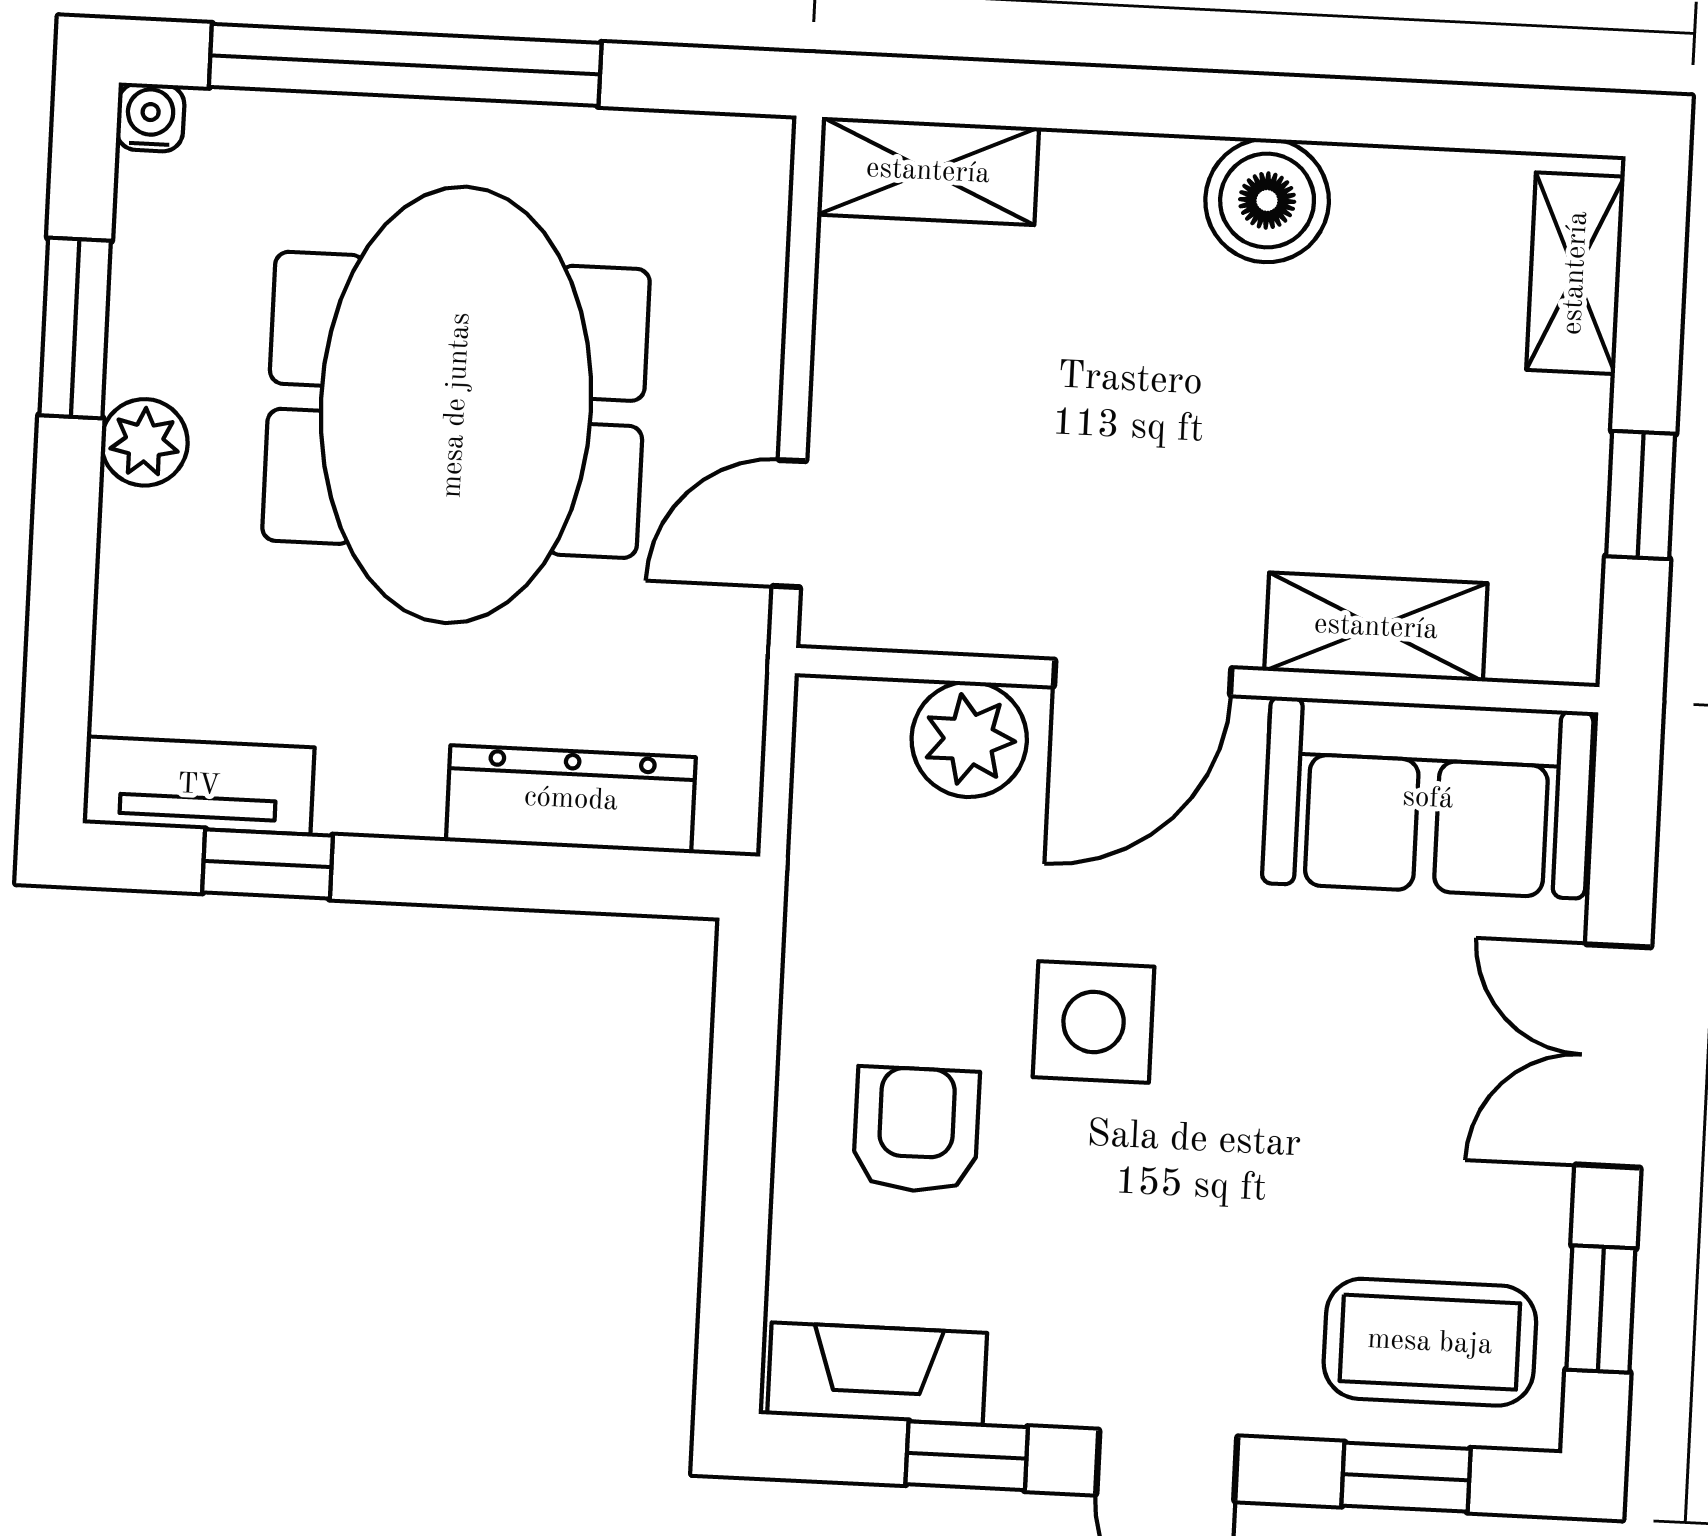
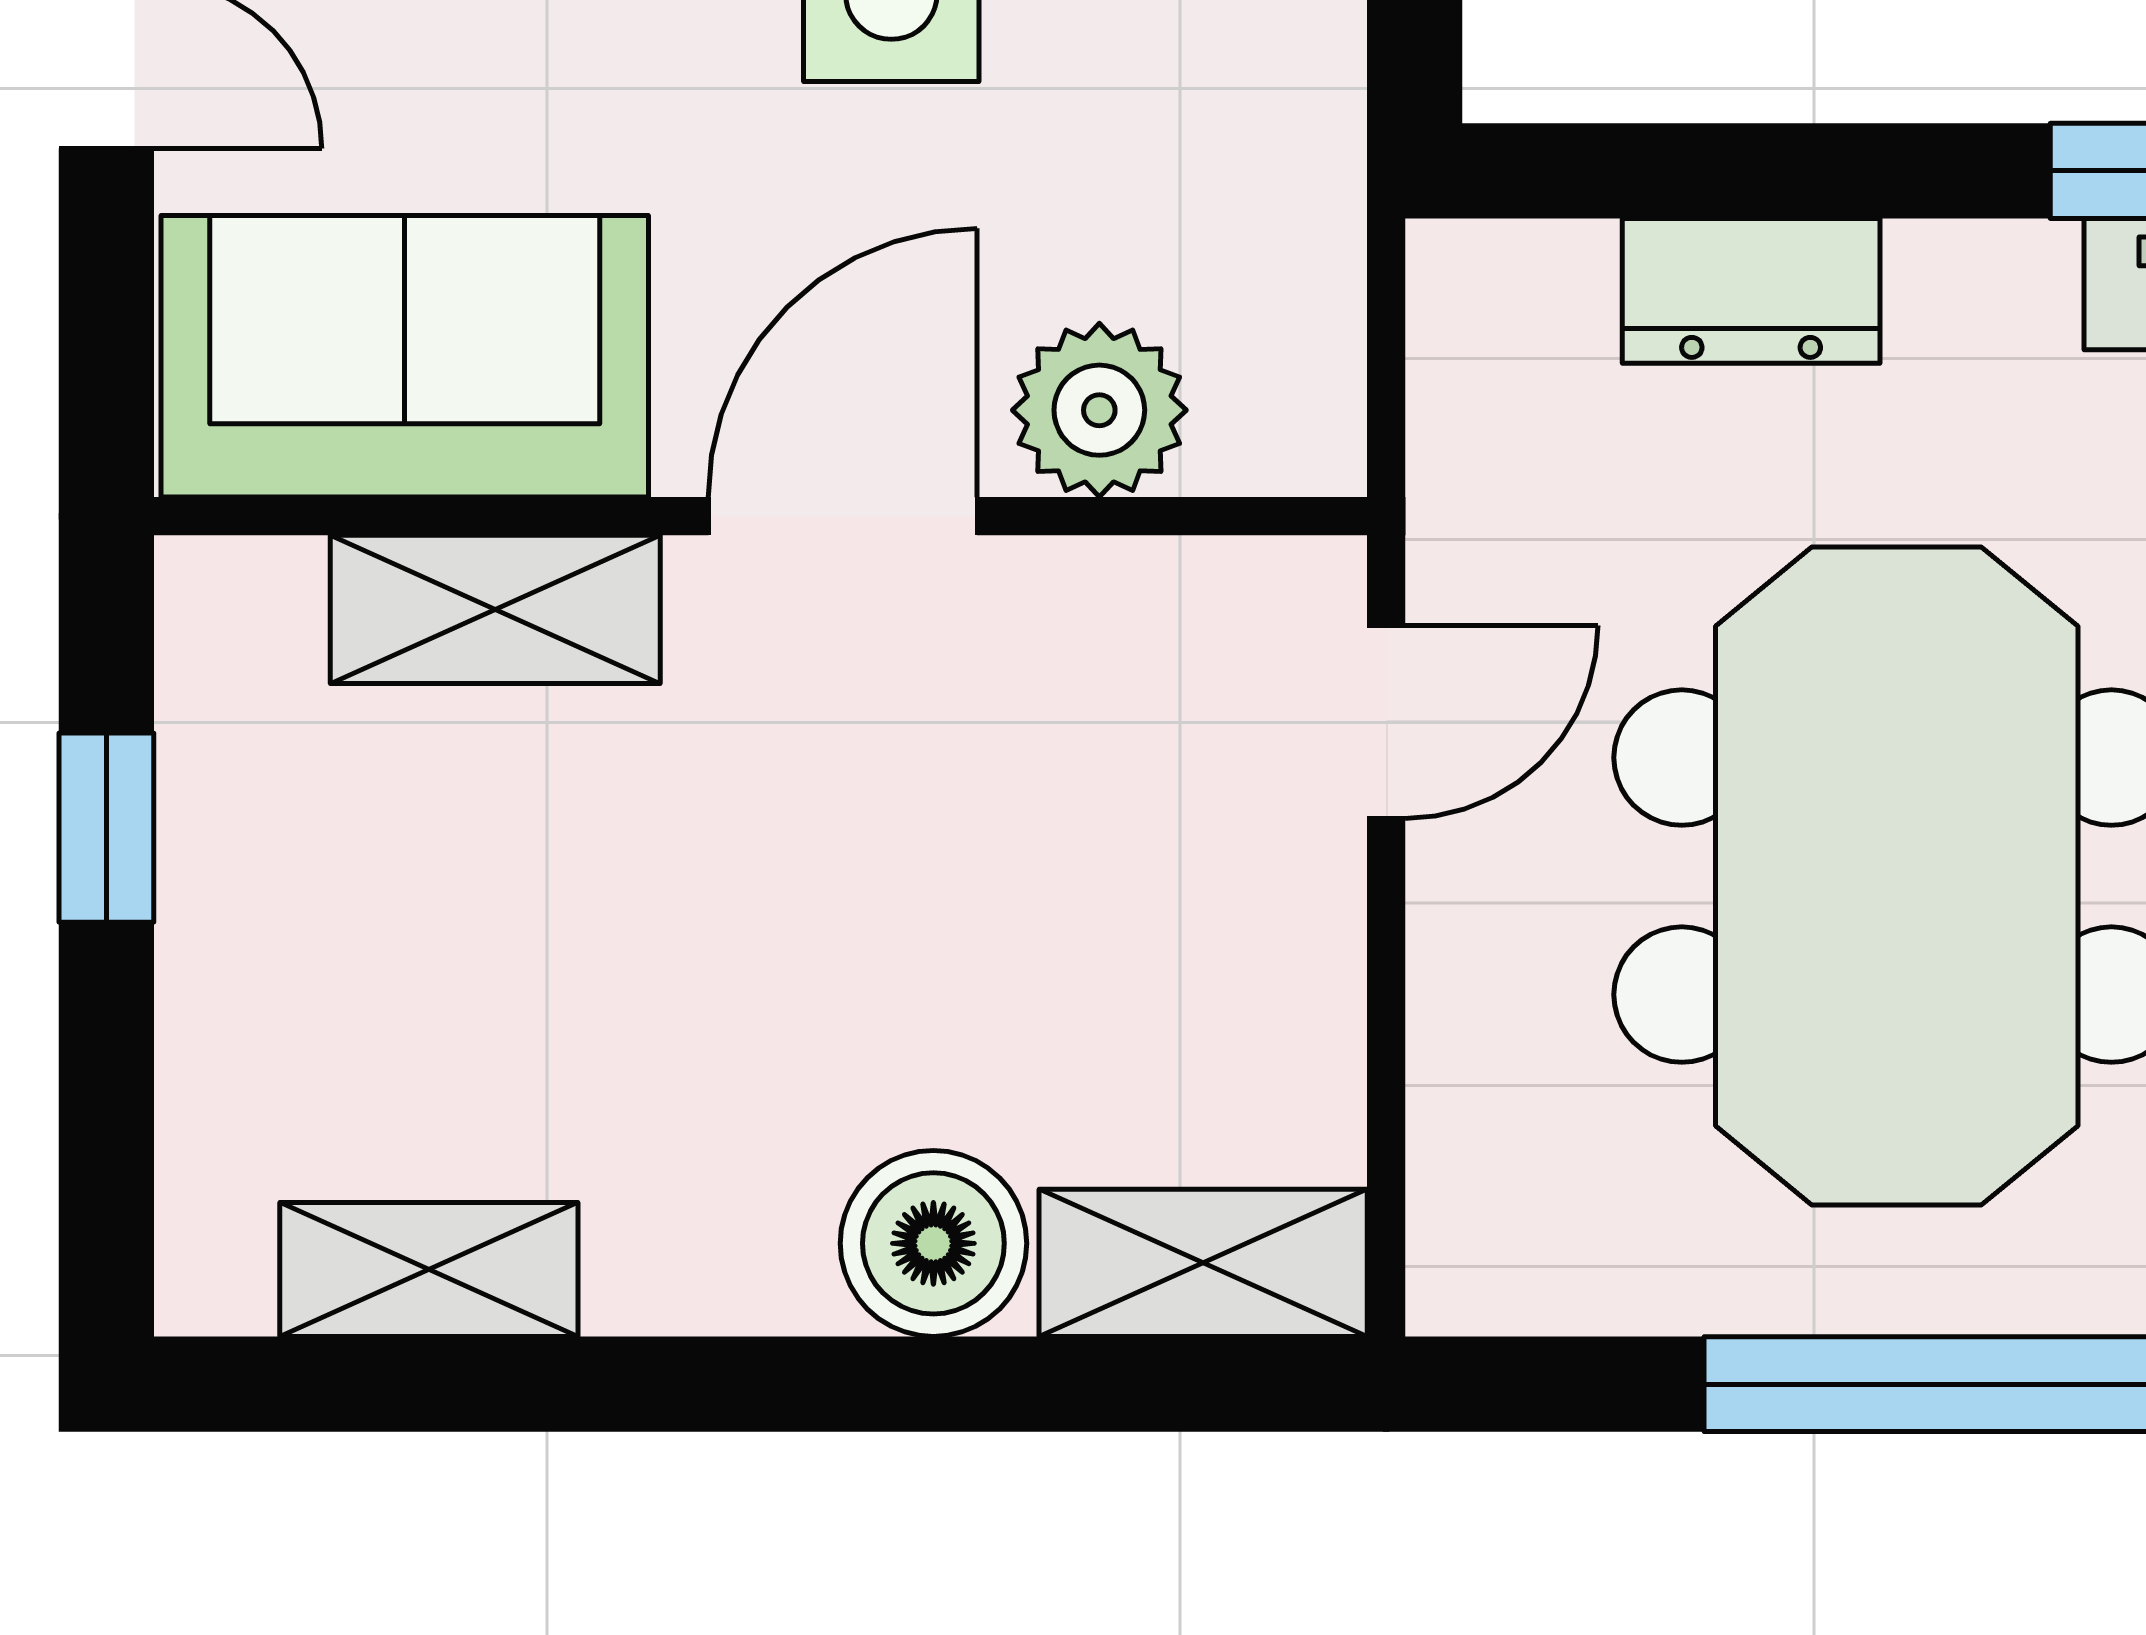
boiler: (1267, 201) -> (933, 1243), moved
shelving: (1575, 273) -> (429, 1269), moved, turned 90
dresser: (571, 799) -> (1751, 291), width x0.70

